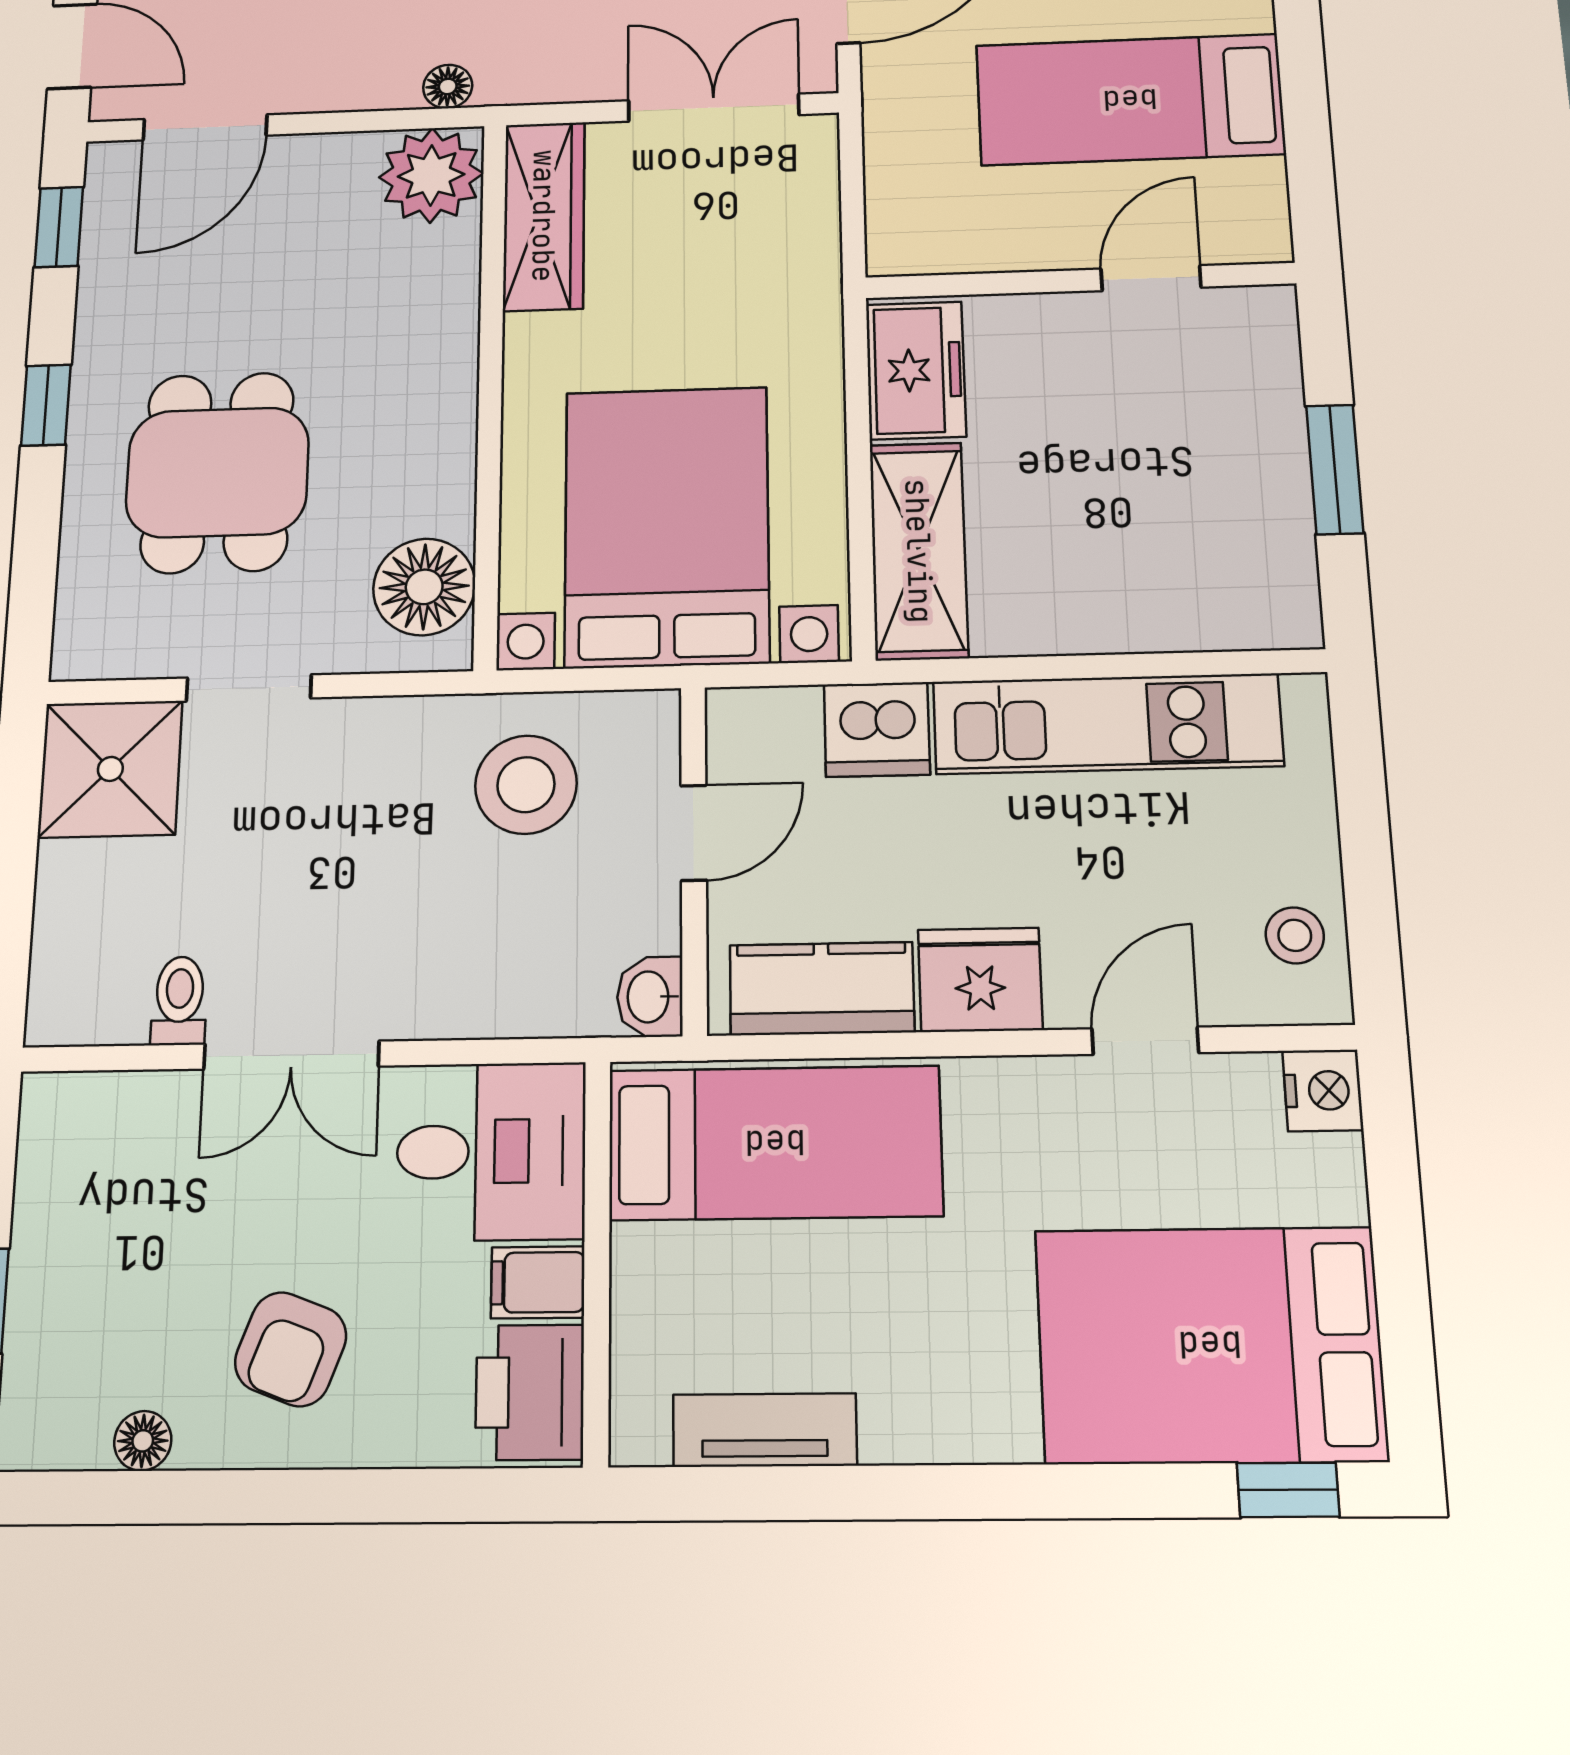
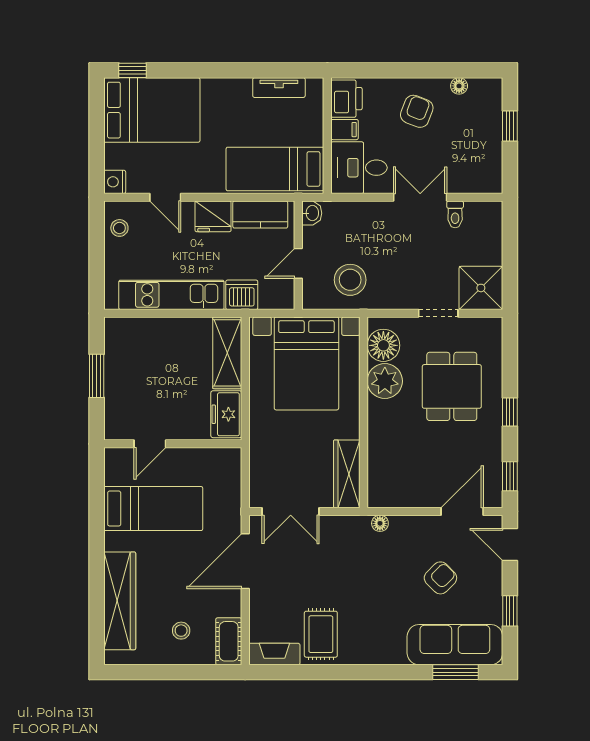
plant: (431, 175) -> (385, 381), moved
door: (1145, 1041) -> (165, 197), hinge flipped

